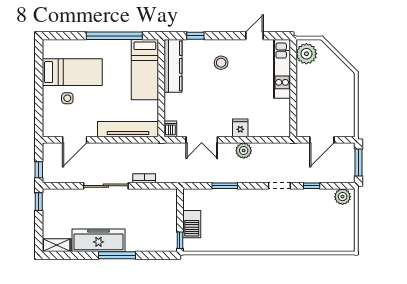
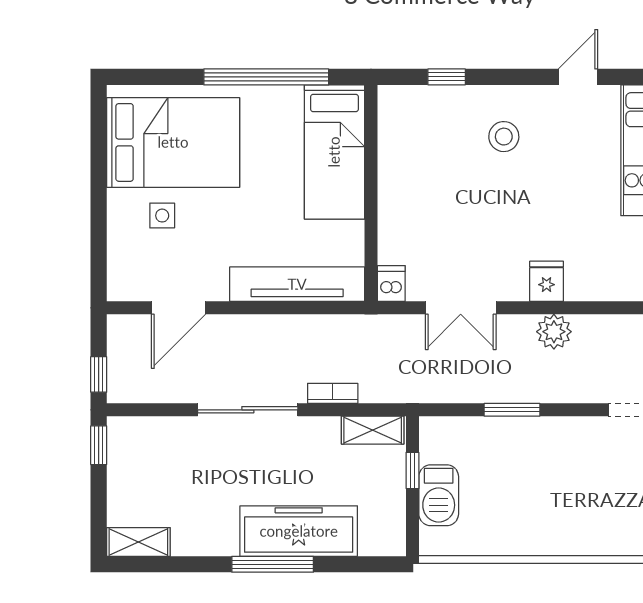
kitchen counter: (173, 66) -> (397, 144), removed
bed: (72, 72) -> (173, 142), width x1.50
shelving: (162, 195) -> (373, 430), added
freezer: (98, 240) -> (299, 531), moved
window: (180, 240) -> (412, 470), moved

